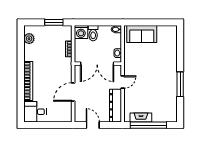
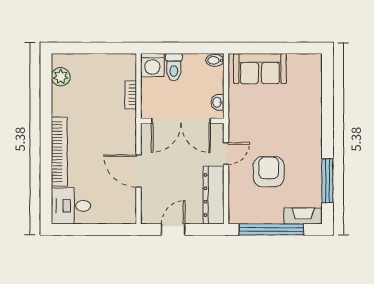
window: (54, 22) -> (105, 48), removed
window: (180, 84) -> (327, 181), moved
door: (73, 92) -> (139, 171), hinge flipped
armchair: (147, 92) -> (269, 172), added
fireplace: (141, 117) -> (303, 216), moved
door: (93, 125) -> (173, 229), hinge flipped

